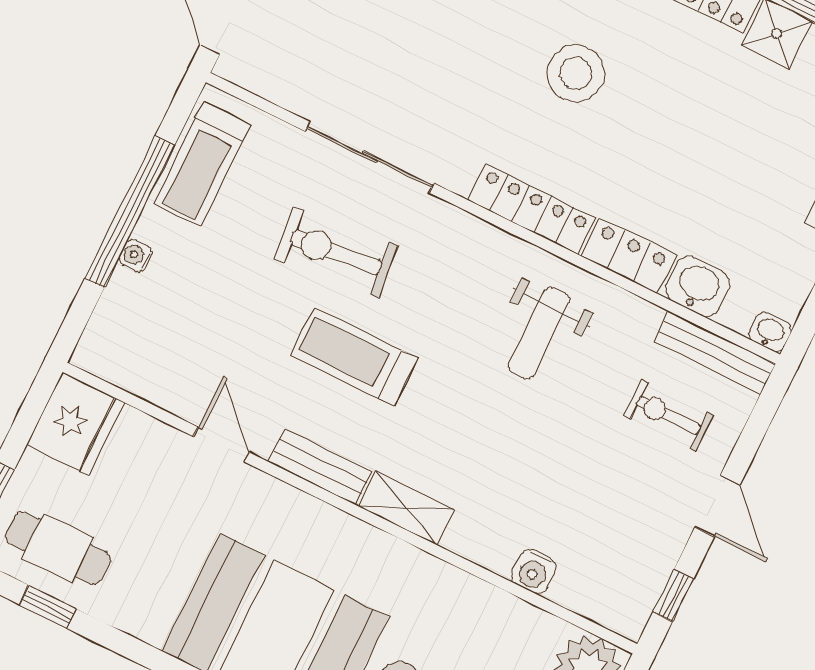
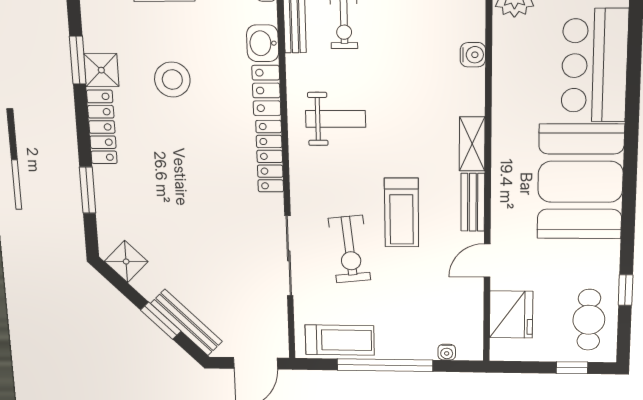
stool: (576, 73) -> (172, 80), moved
water cooler: (136, 256) -> (447, 352), moved
fridge: (75, 424) -> (511, 315), moved, turned 90
window: (48, 607) -> (626, 290), moved

